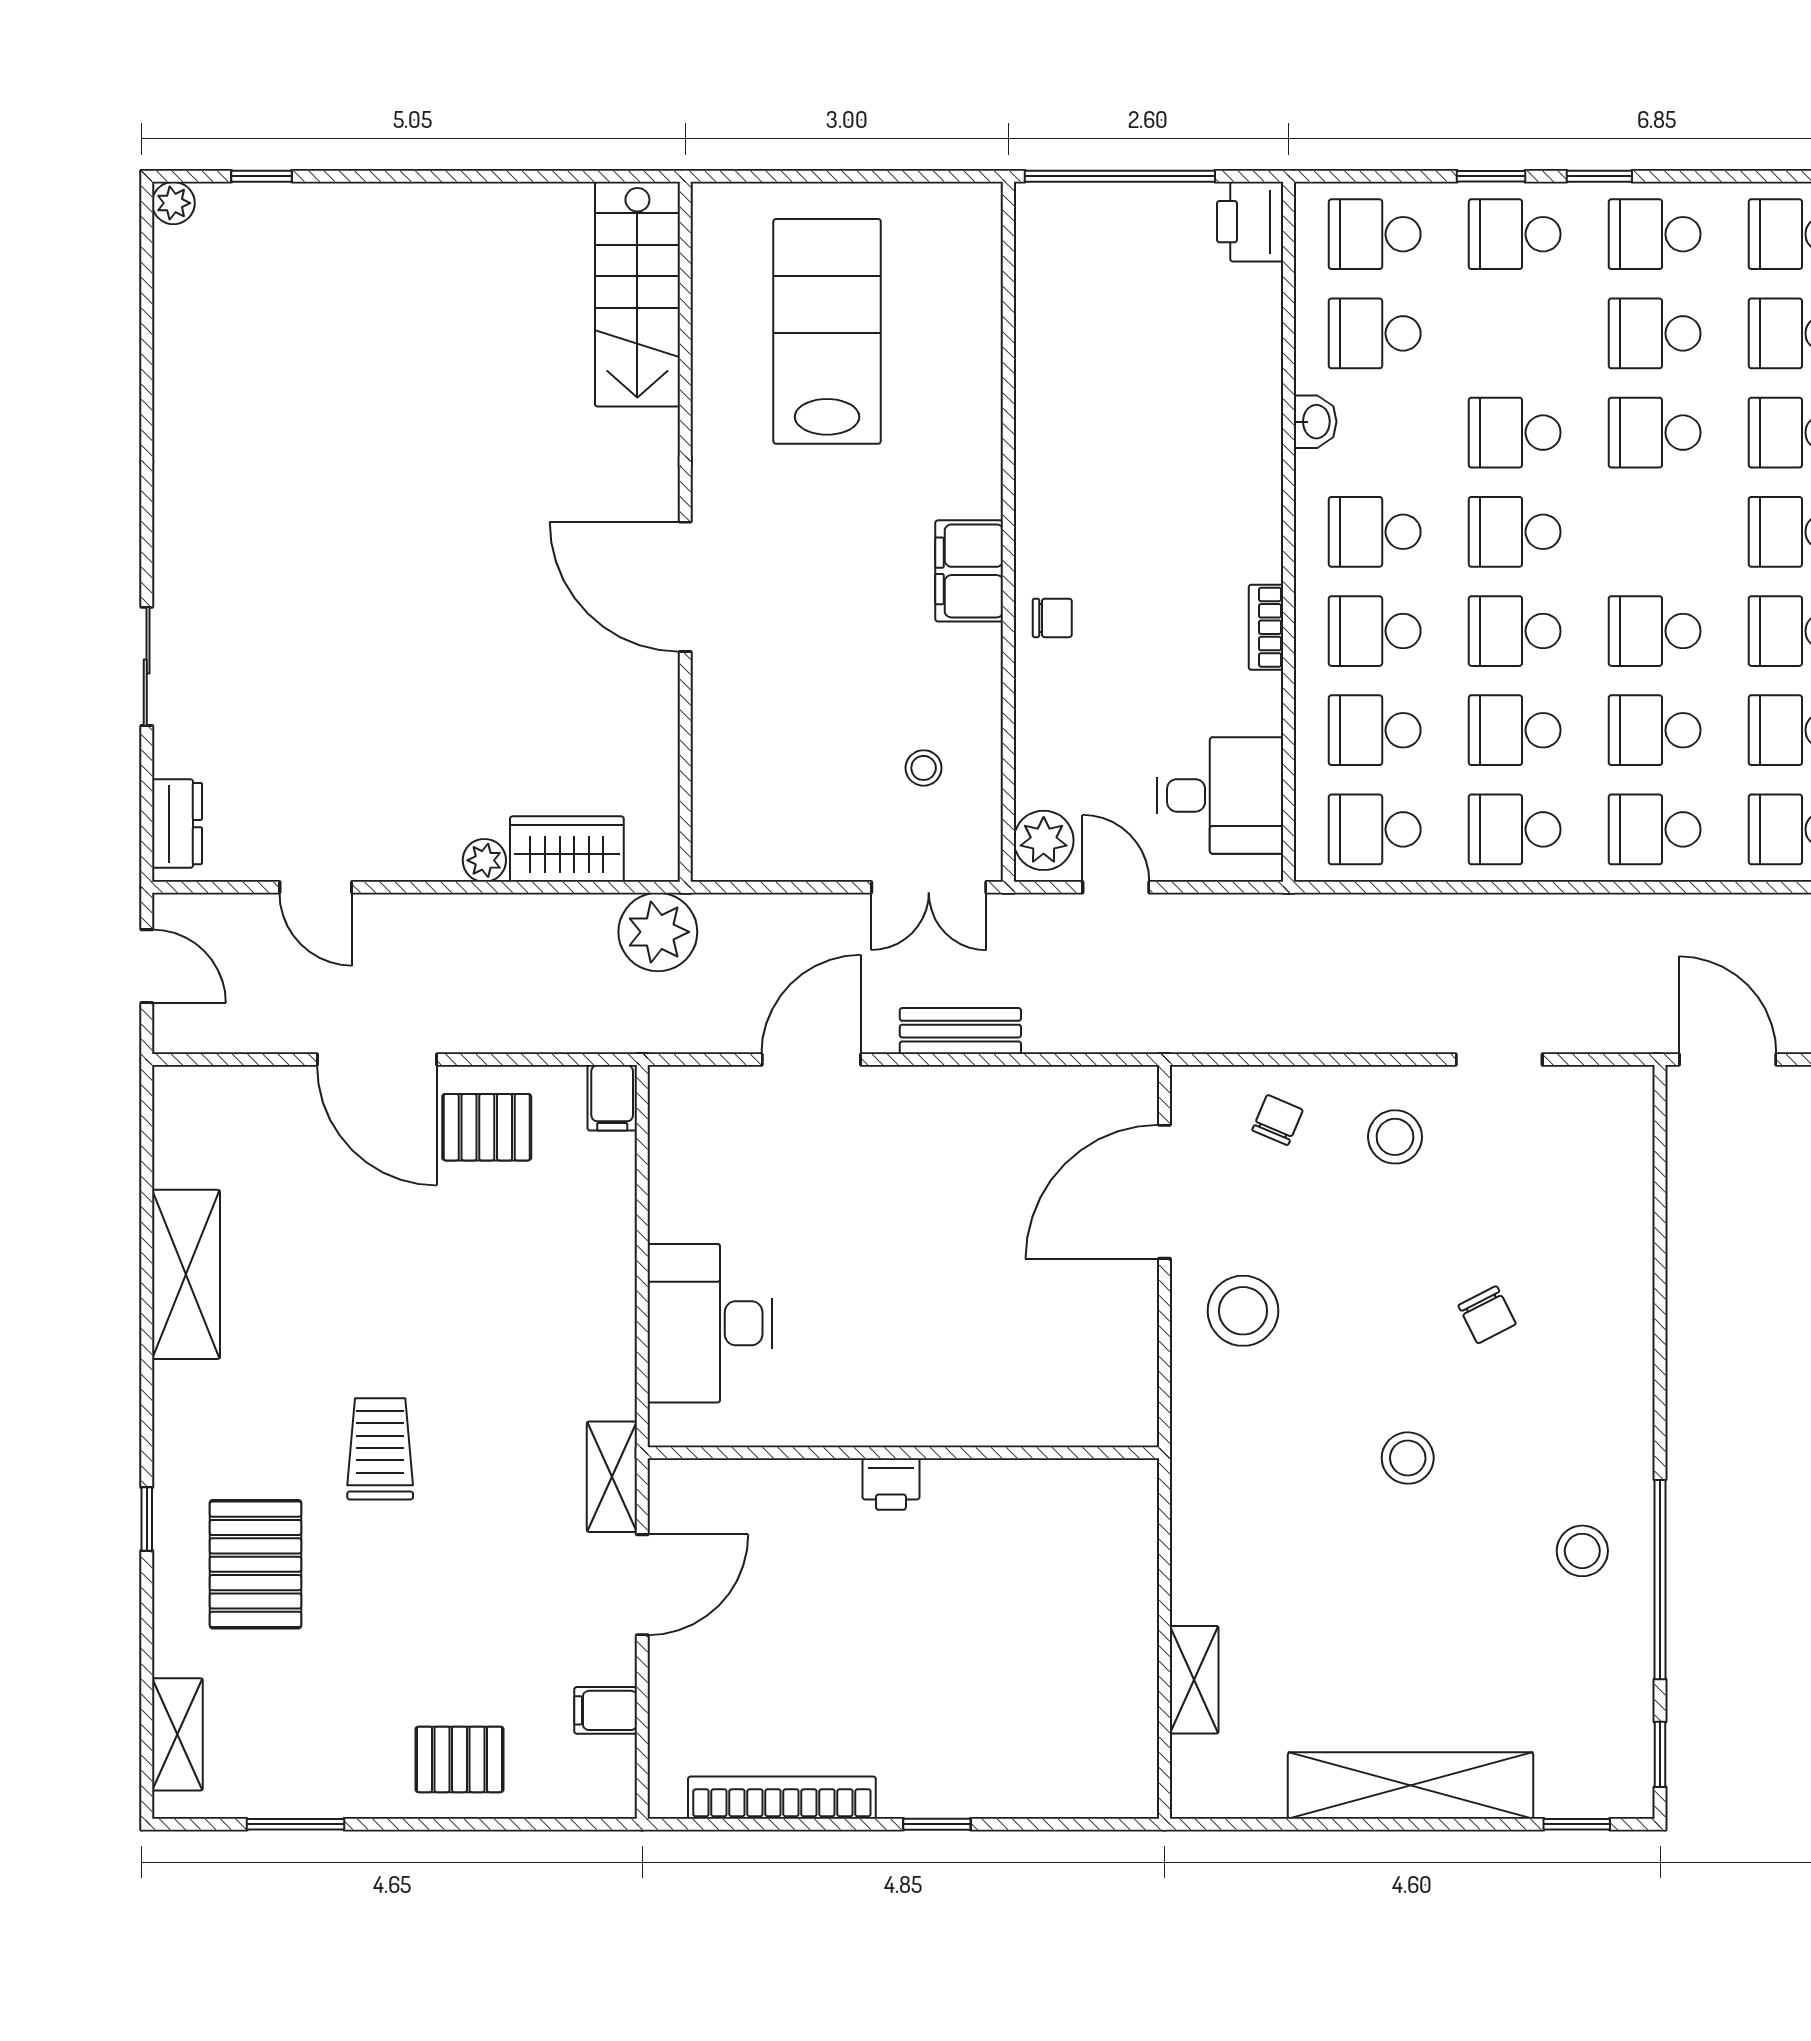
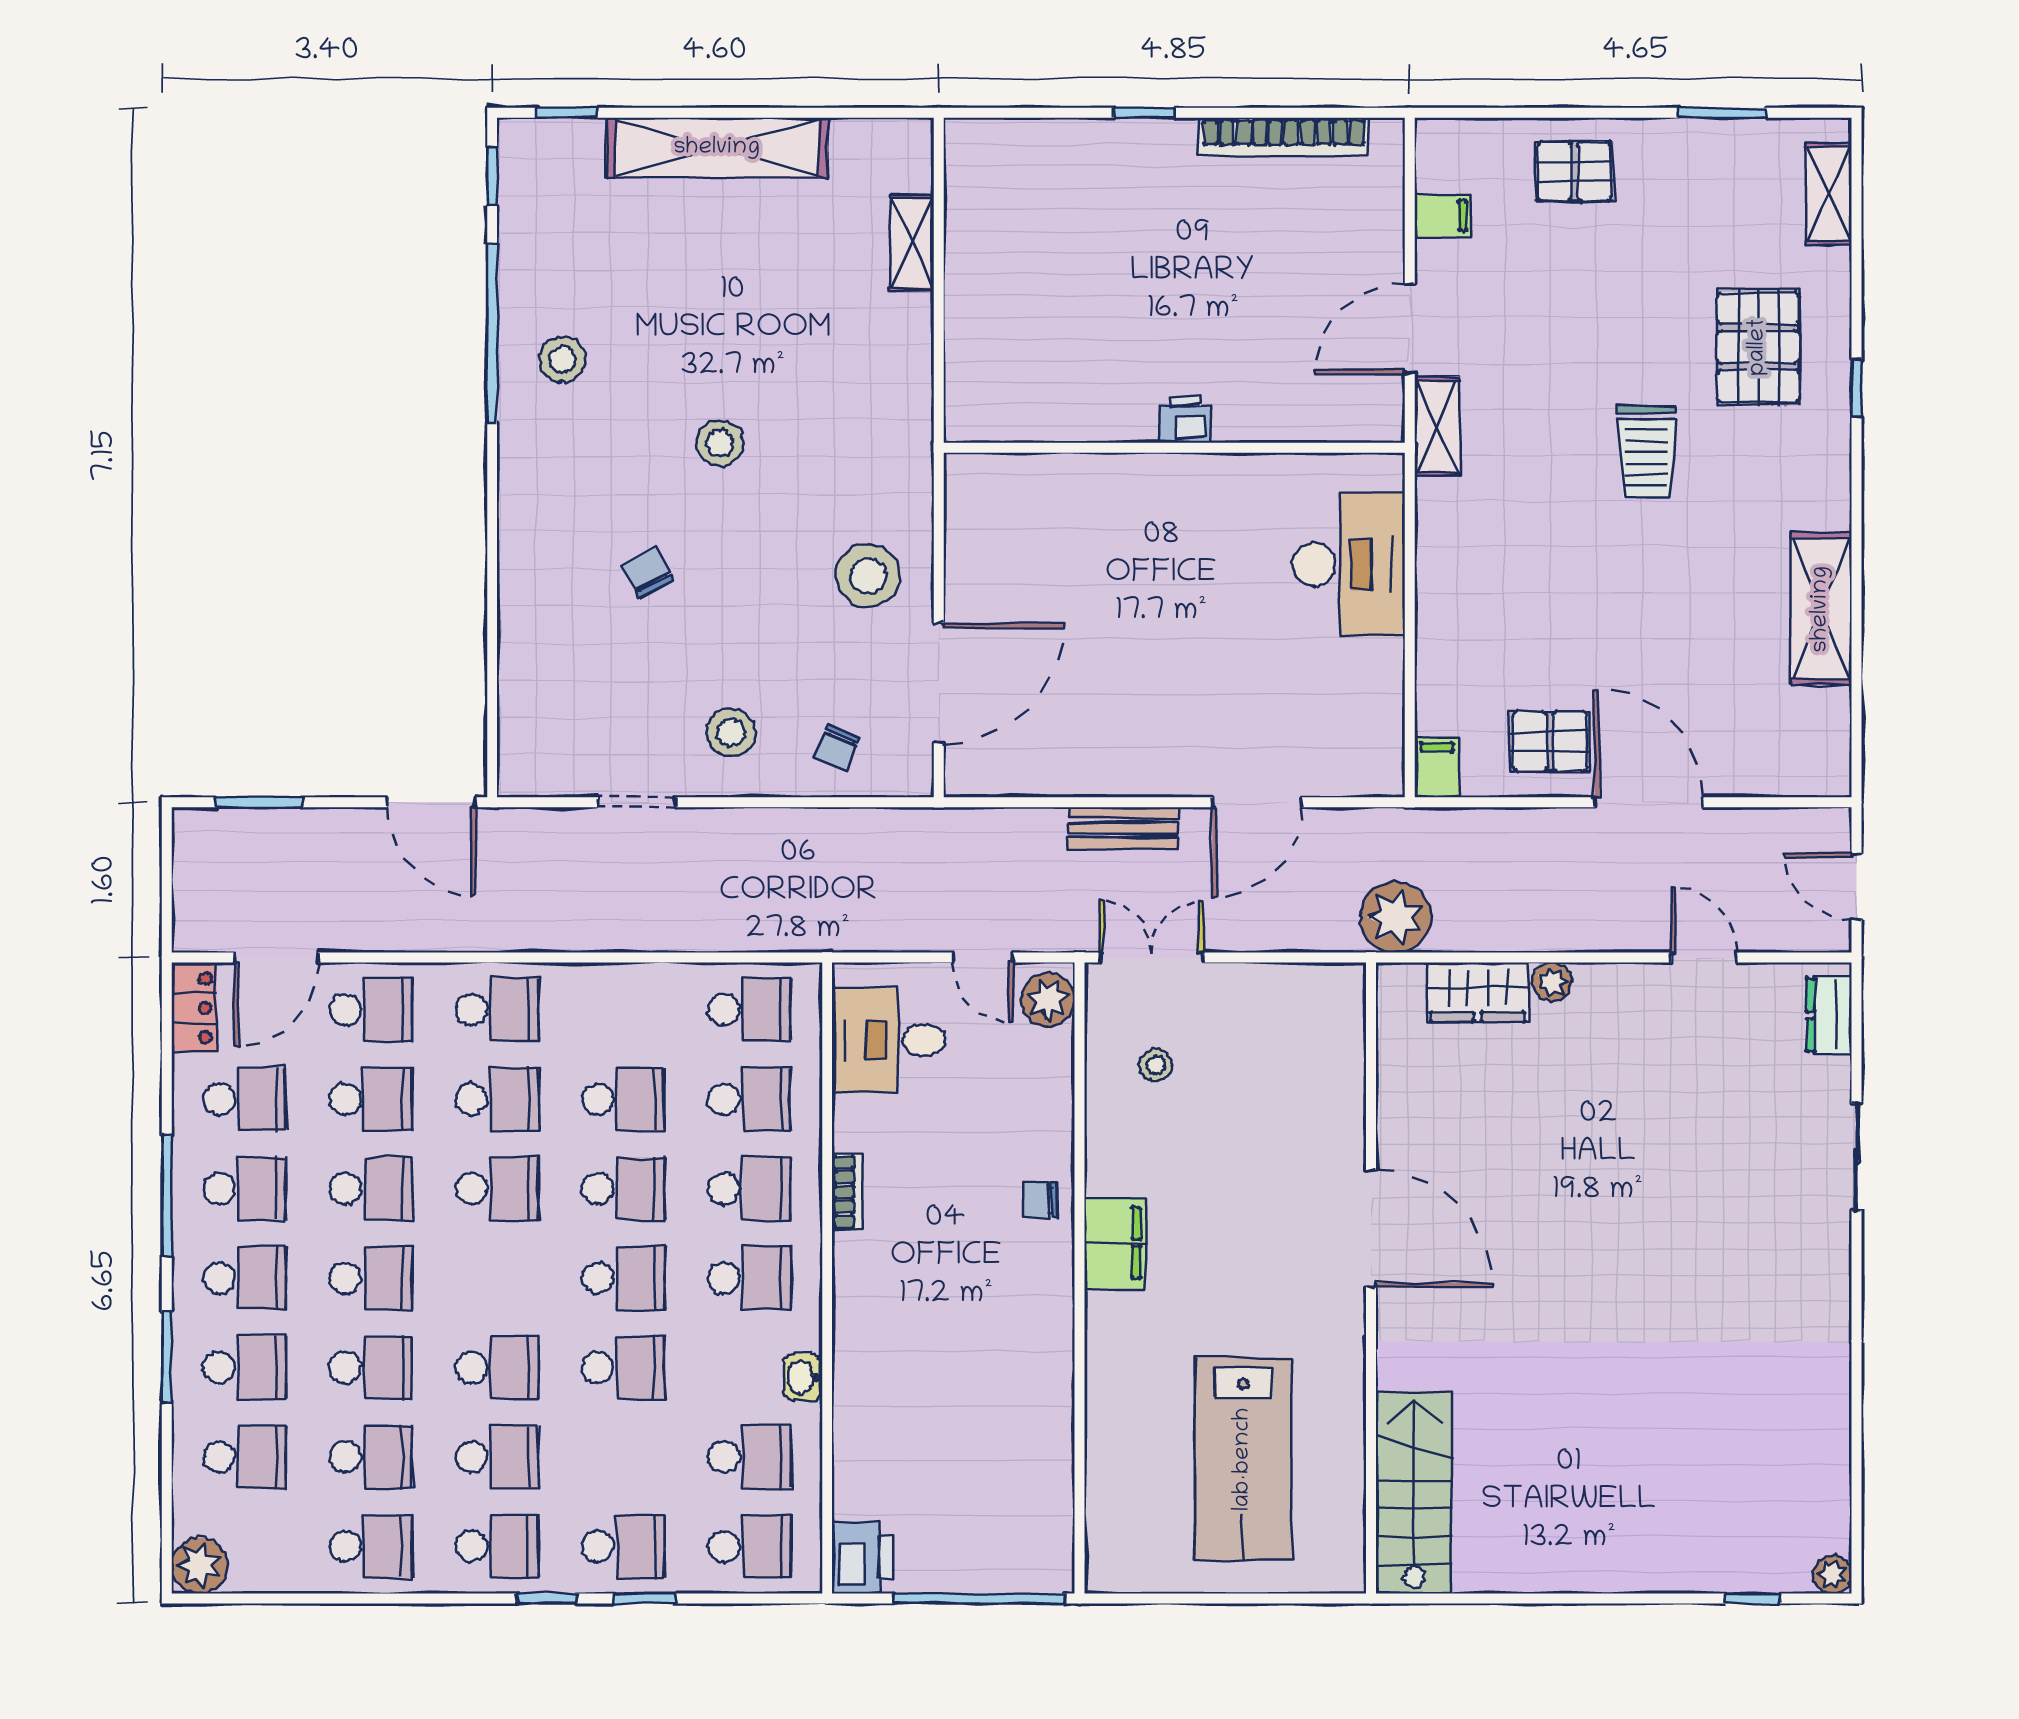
school desk: (1515, 829) -> (623, 1010), removed

